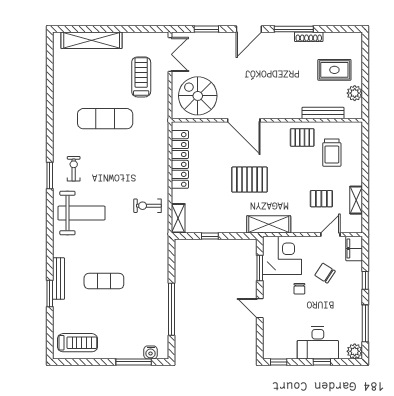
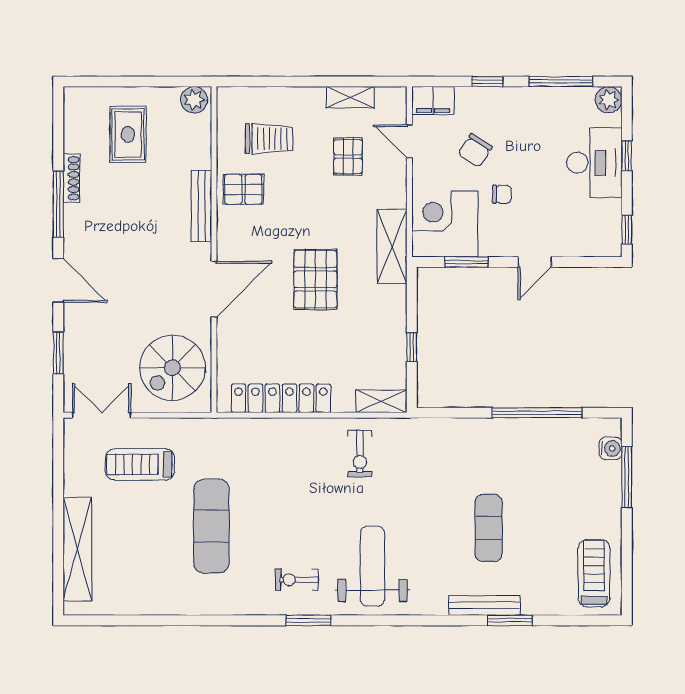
plant: (355, 93) -> (194, 100), moved
bench: (323, 113) -> (202, 206), moved
pallet: (302, 137) -> (243, 189), turned 90

